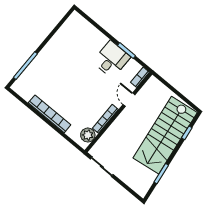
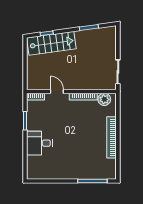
desk: (111, 59) -> (39, 143), moved
door: (129, 100) -> (57, 91), swing flipped
stairs: (165, 135) -> (51, 43), width x0.73, depth x0.66

